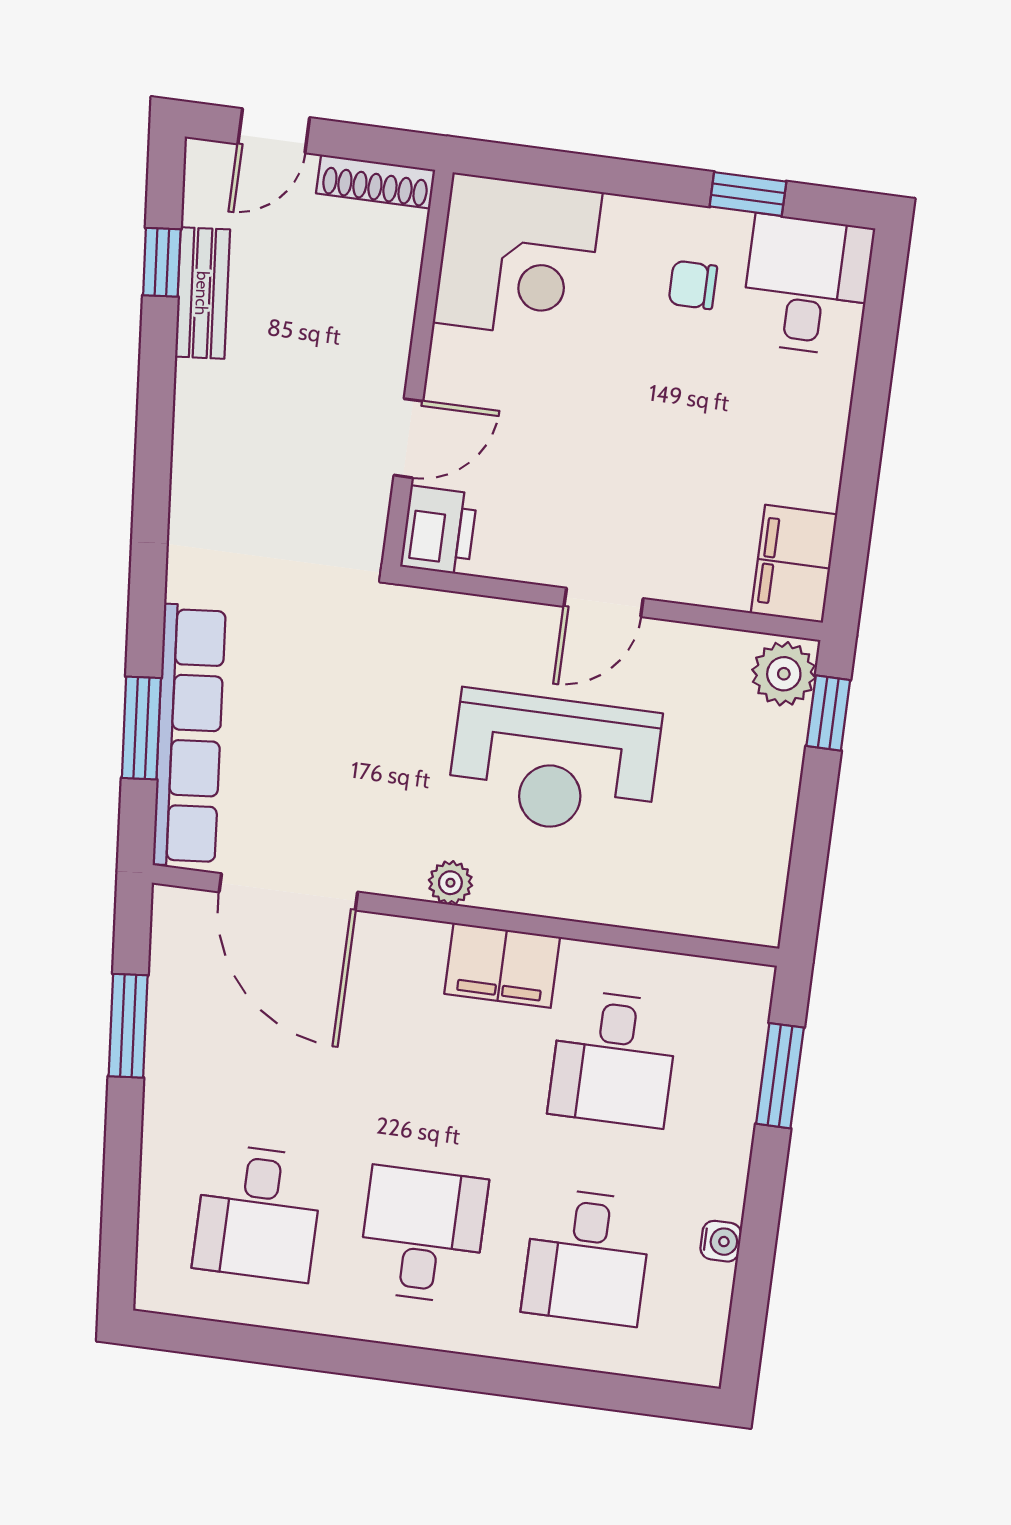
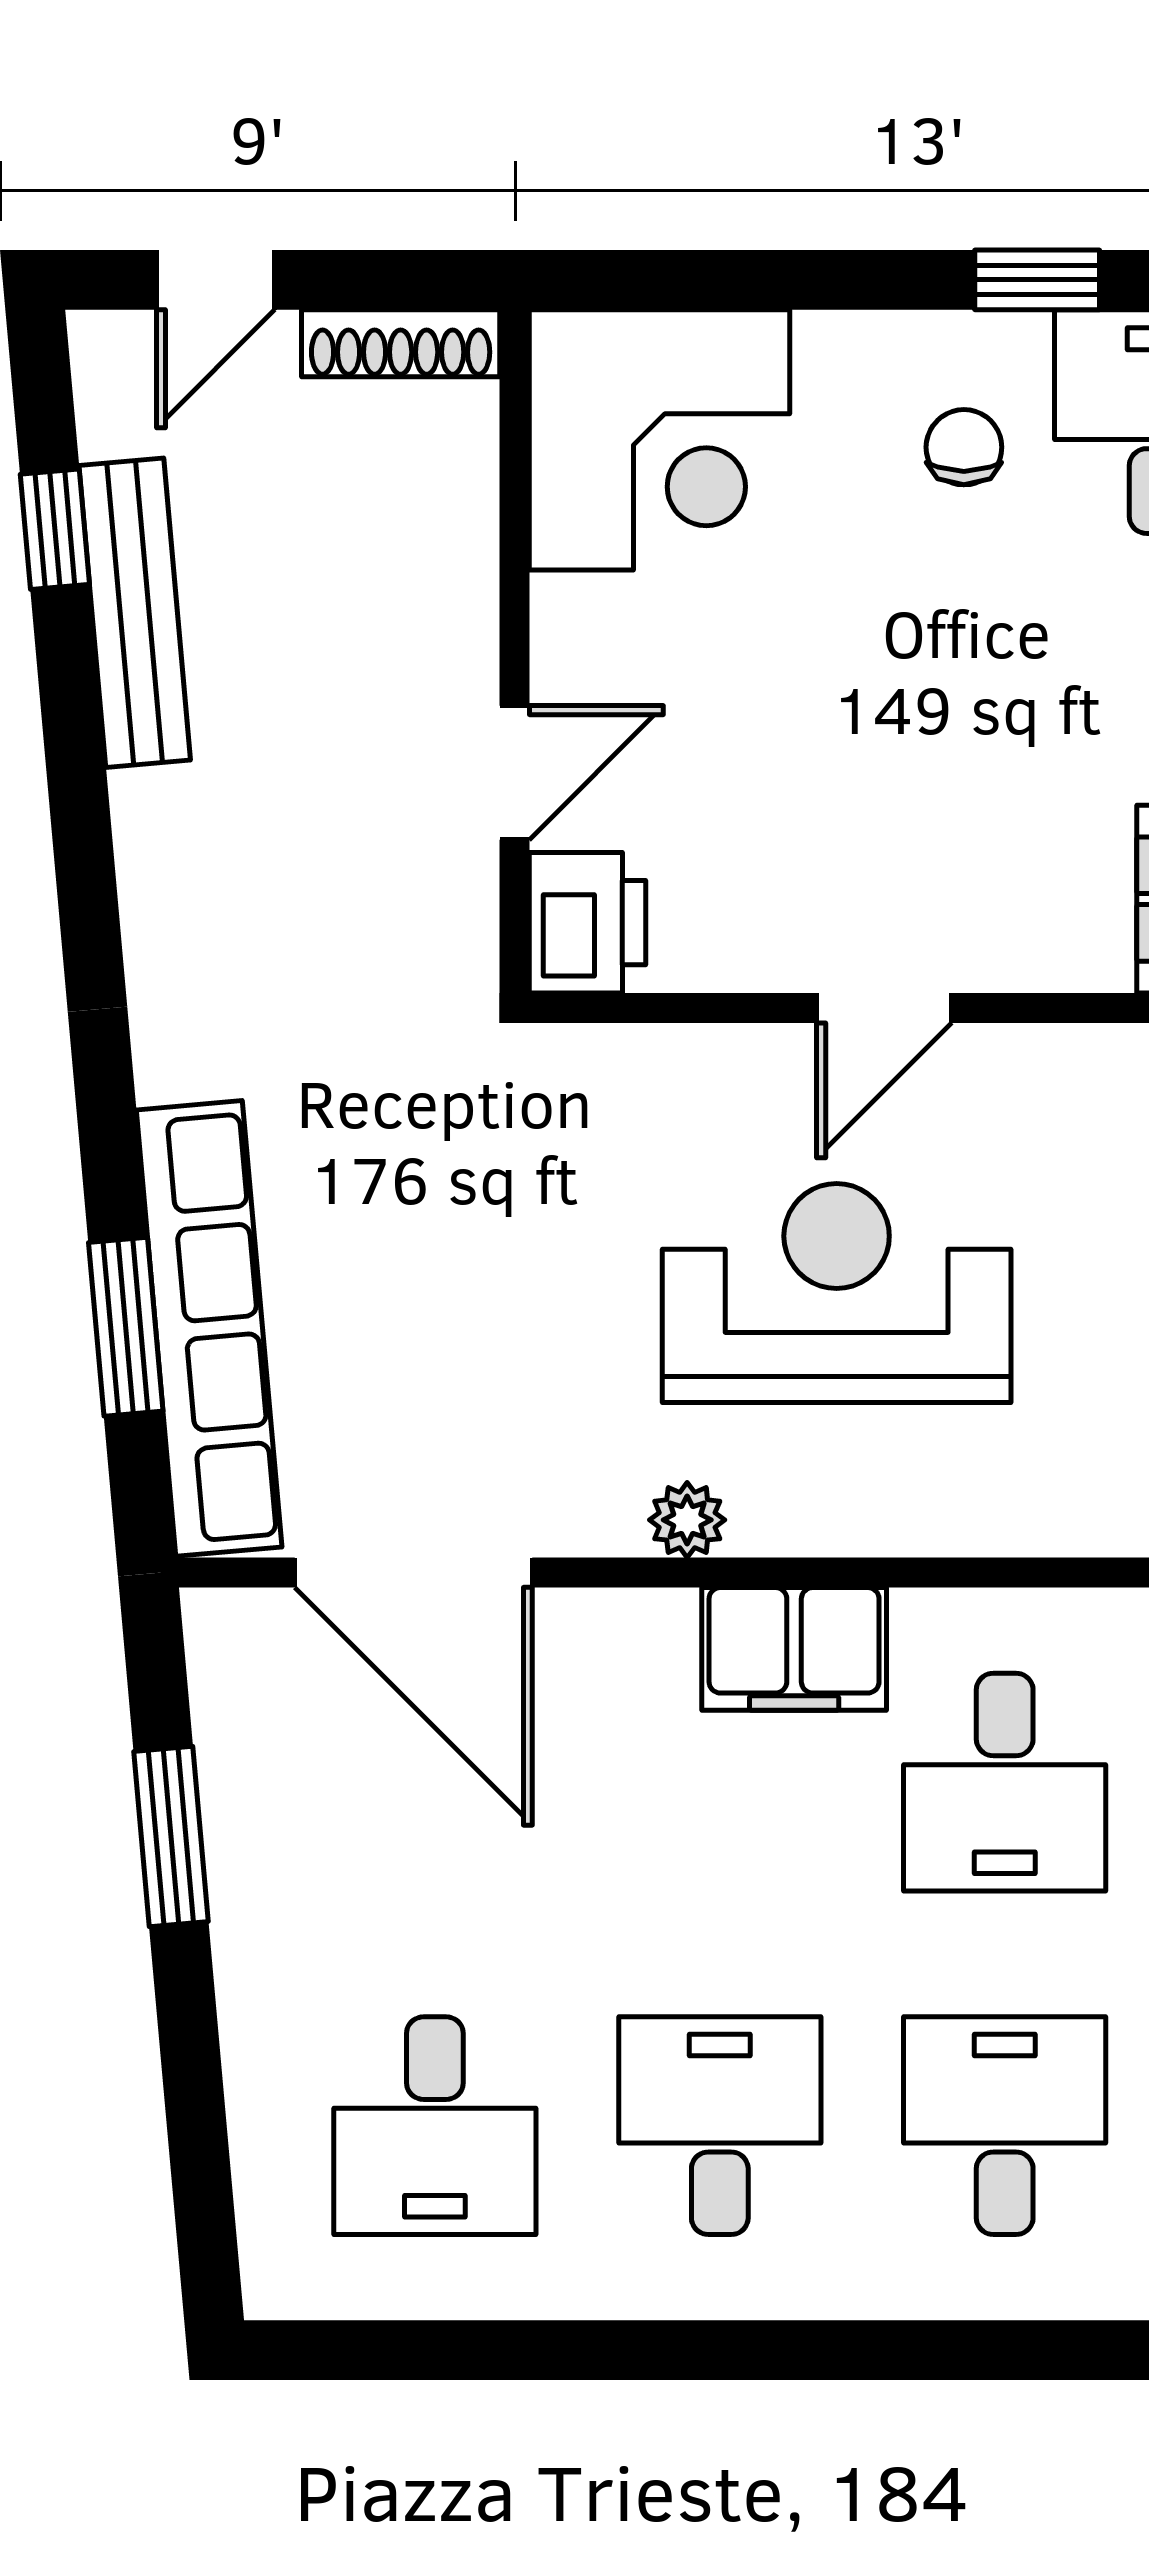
chair: (693, 285) -> (964, 447), turned 90
bench: (202, 293) -> (135, 613), width x1.36
reception desk: (554, 763) -> (837, 1293), turned 180
desk: (587, 1257) -> (1005, 2126), turned 180

